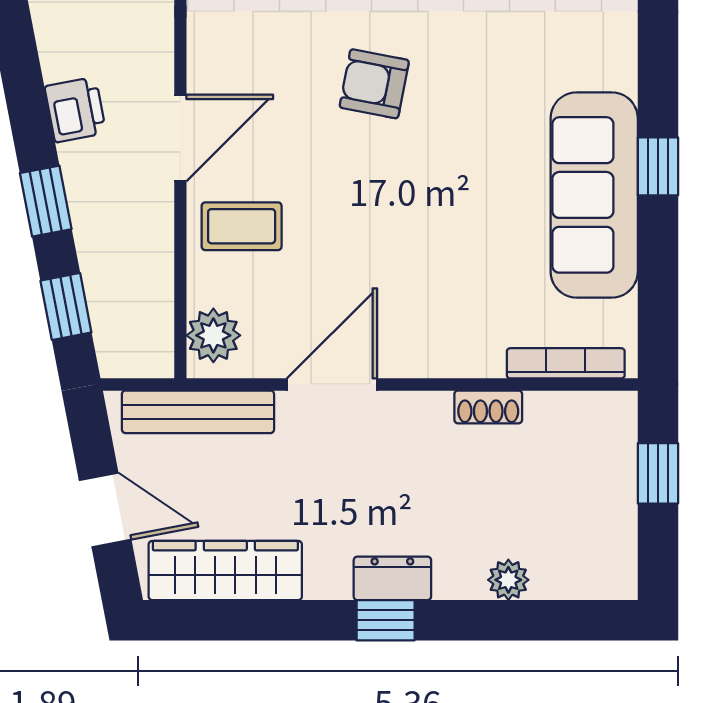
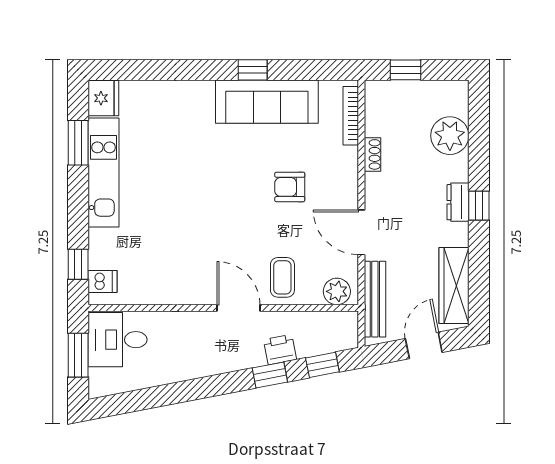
armchair: (374, 84) -> (290, 187), moved, turned 79
printer: (75, 110) -> (280, 350), moved
plant: (508, 580) -> (450, 136), width x1.87, depth x1.87

